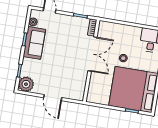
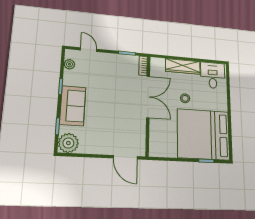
wardrobe: (126, 30) -> (183, 66), added
sofa: (34, 43) -> (73, 106), moved
door: (53, 98) -> (125, 157), moved

